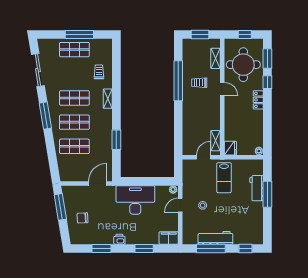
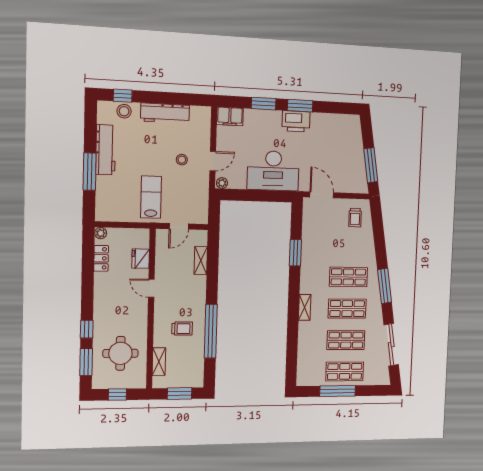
round table: (243, 65) -> (120, 353), width x0.73, depth x0.73
trolley: (99, 72) -> (355, 218), moved
door: (222, 89) -> (151, 288), moved
locker: (258, 100) -> (101, 258), moved
shelving: (216, 141) -> (201, 261), moved
shop shelf: (74, 146) -> (346, 340), moved
fridge: (230, 148) -> (141, 259), moved
door: (98, 183) -> (322, 195), swing flipped
workbench: (257, 188) -> (106, 150), moved, width x1.38
chair: (83, 218) -> (343, 149), removed
stool: (244, 238) -> (124, 111), added
printer: (119, 239) -> (296, 121), width x1.87, depth x1.48
window: (101, 248) -> (300, 106), moved
window: (211, 248) -> (172, 98), removed

